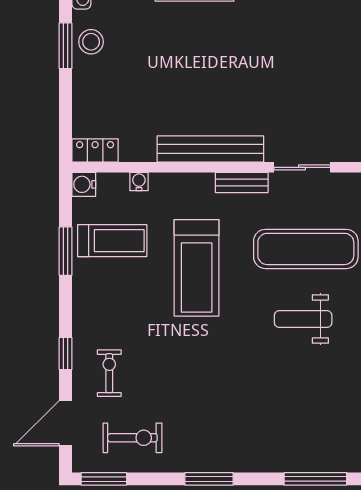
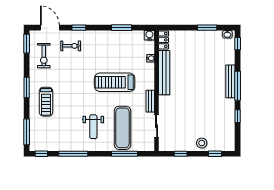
stool: (91, 42) -> (202, 143), moved
bench: (210, 149) -> (164, 73), moved
treadmill: (112, 241) -> (46, 102), moved
weight bench: (303, 319) -> (93, 127), turned 180

